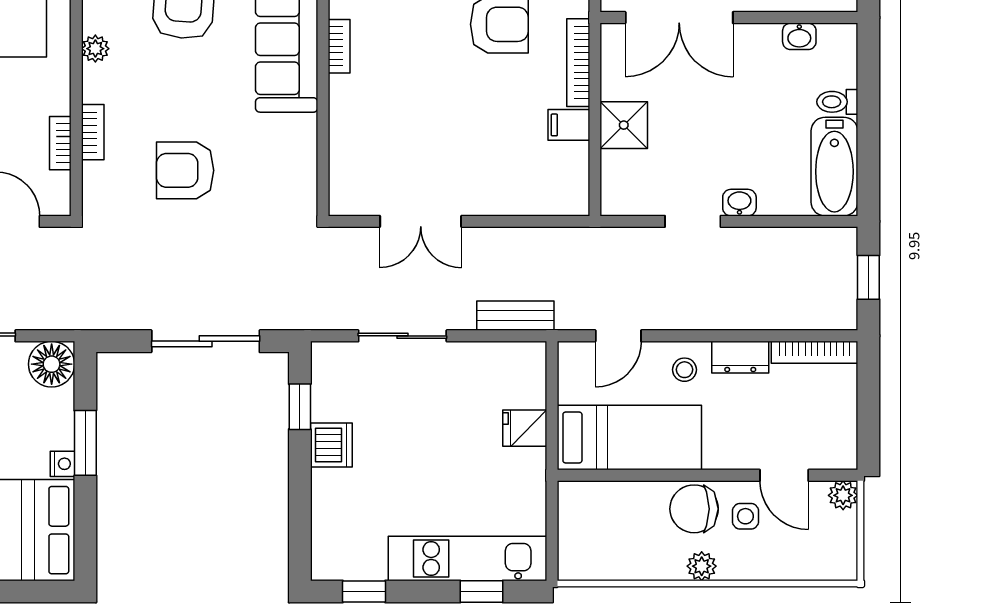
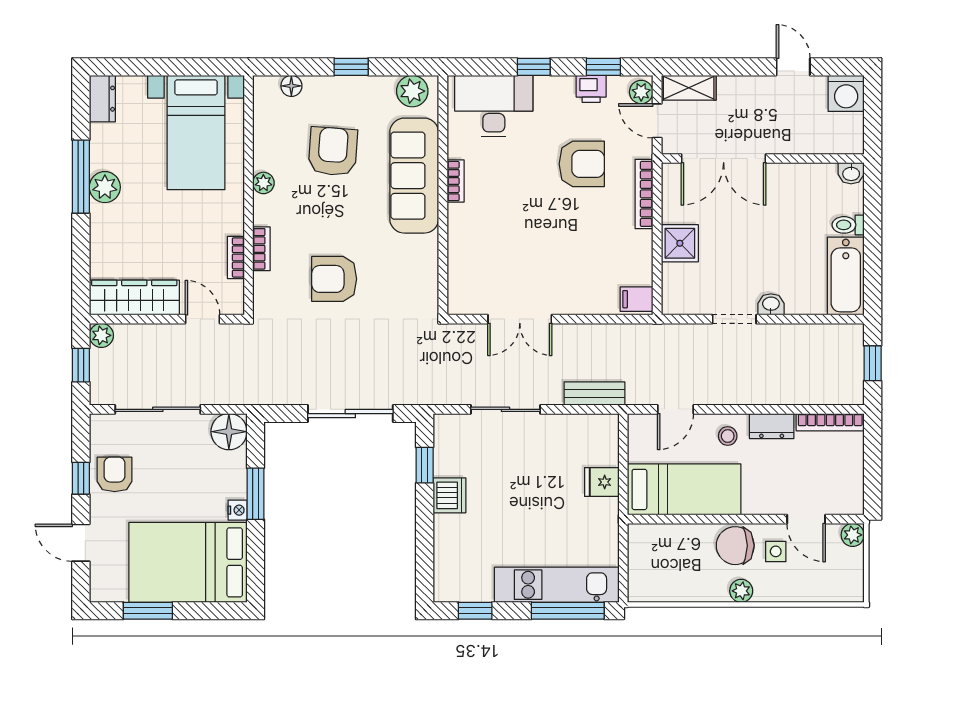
washbasin: (799, 36) -> (851, 173), moved
filing cabinet: (569, 125) -> (637, 299), moved
window: (482, 591) -> (568, 611), width x2.17

